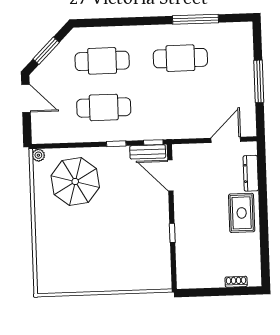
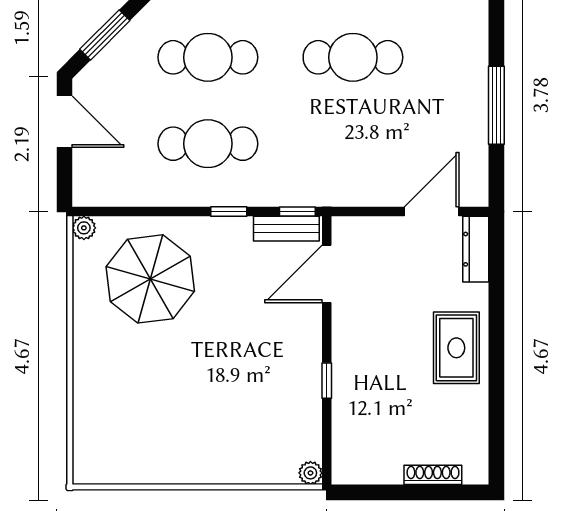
dresser: (251, 173) -> (476, 249), moved
door: (170, 175) -> (327, 274), hinge flipped
shoe rack: (236, 282) -> (433, 475), width x1.43
plant: (165, 283) -> (310, 473), added

